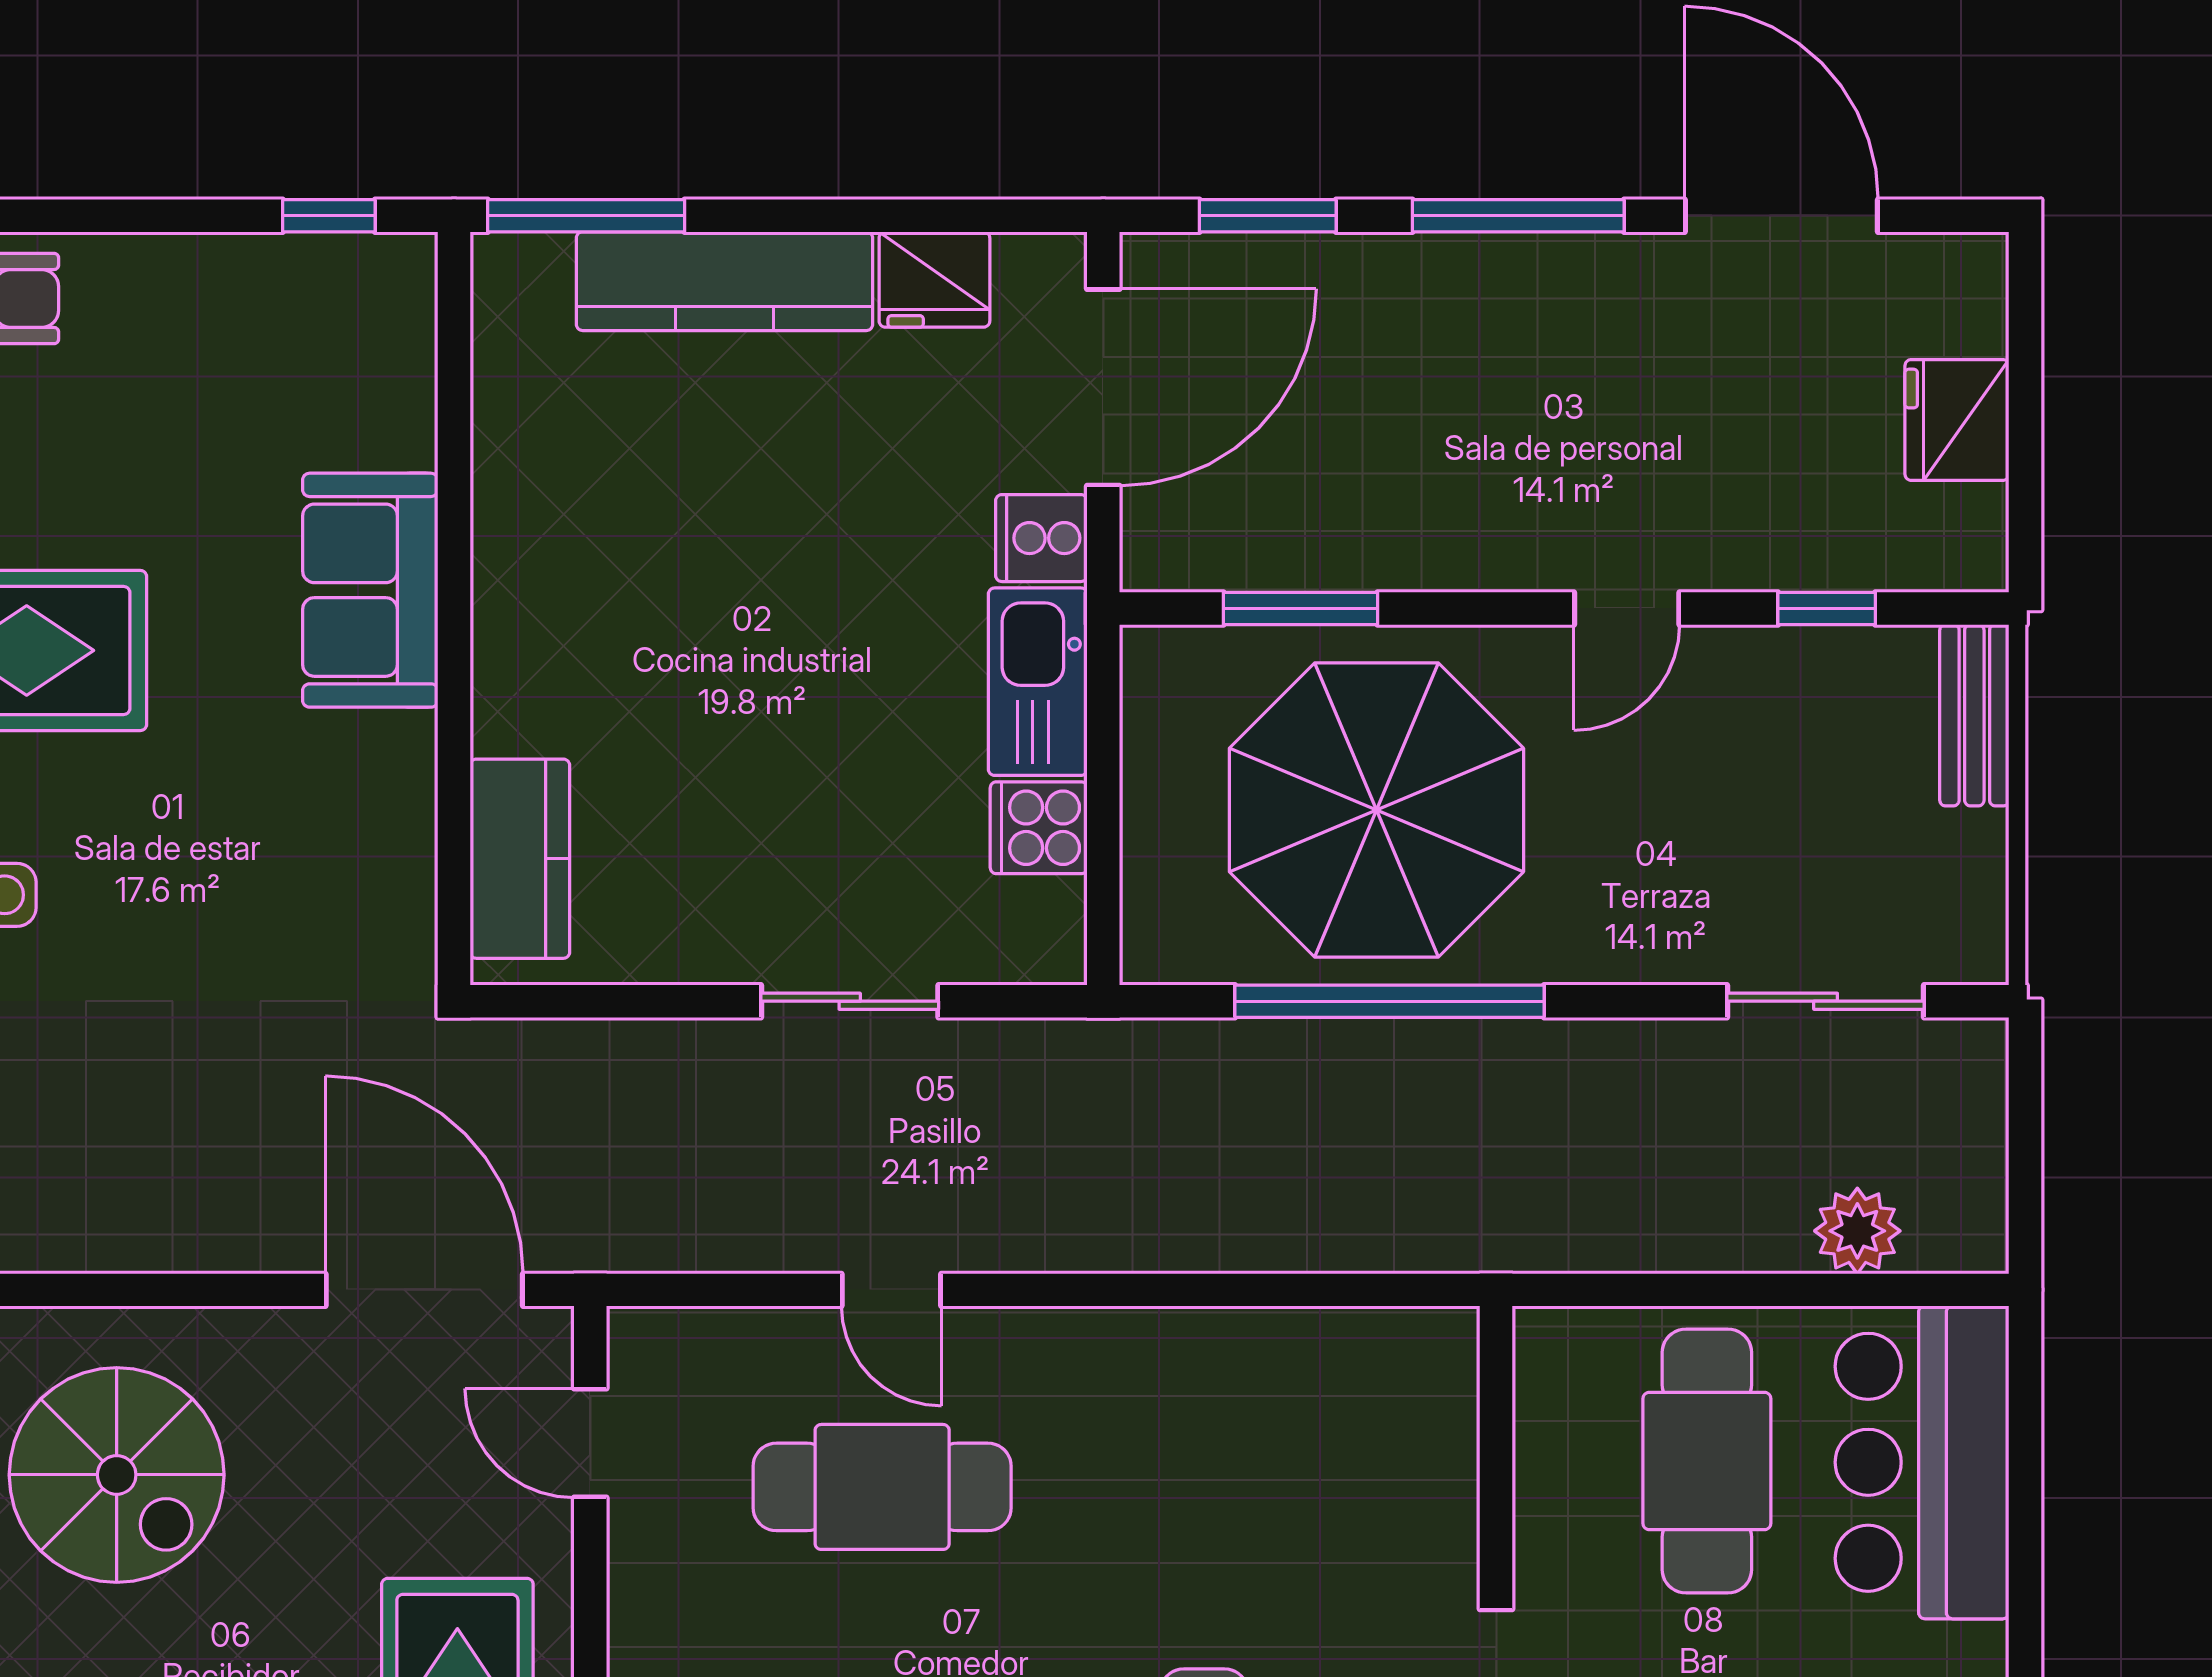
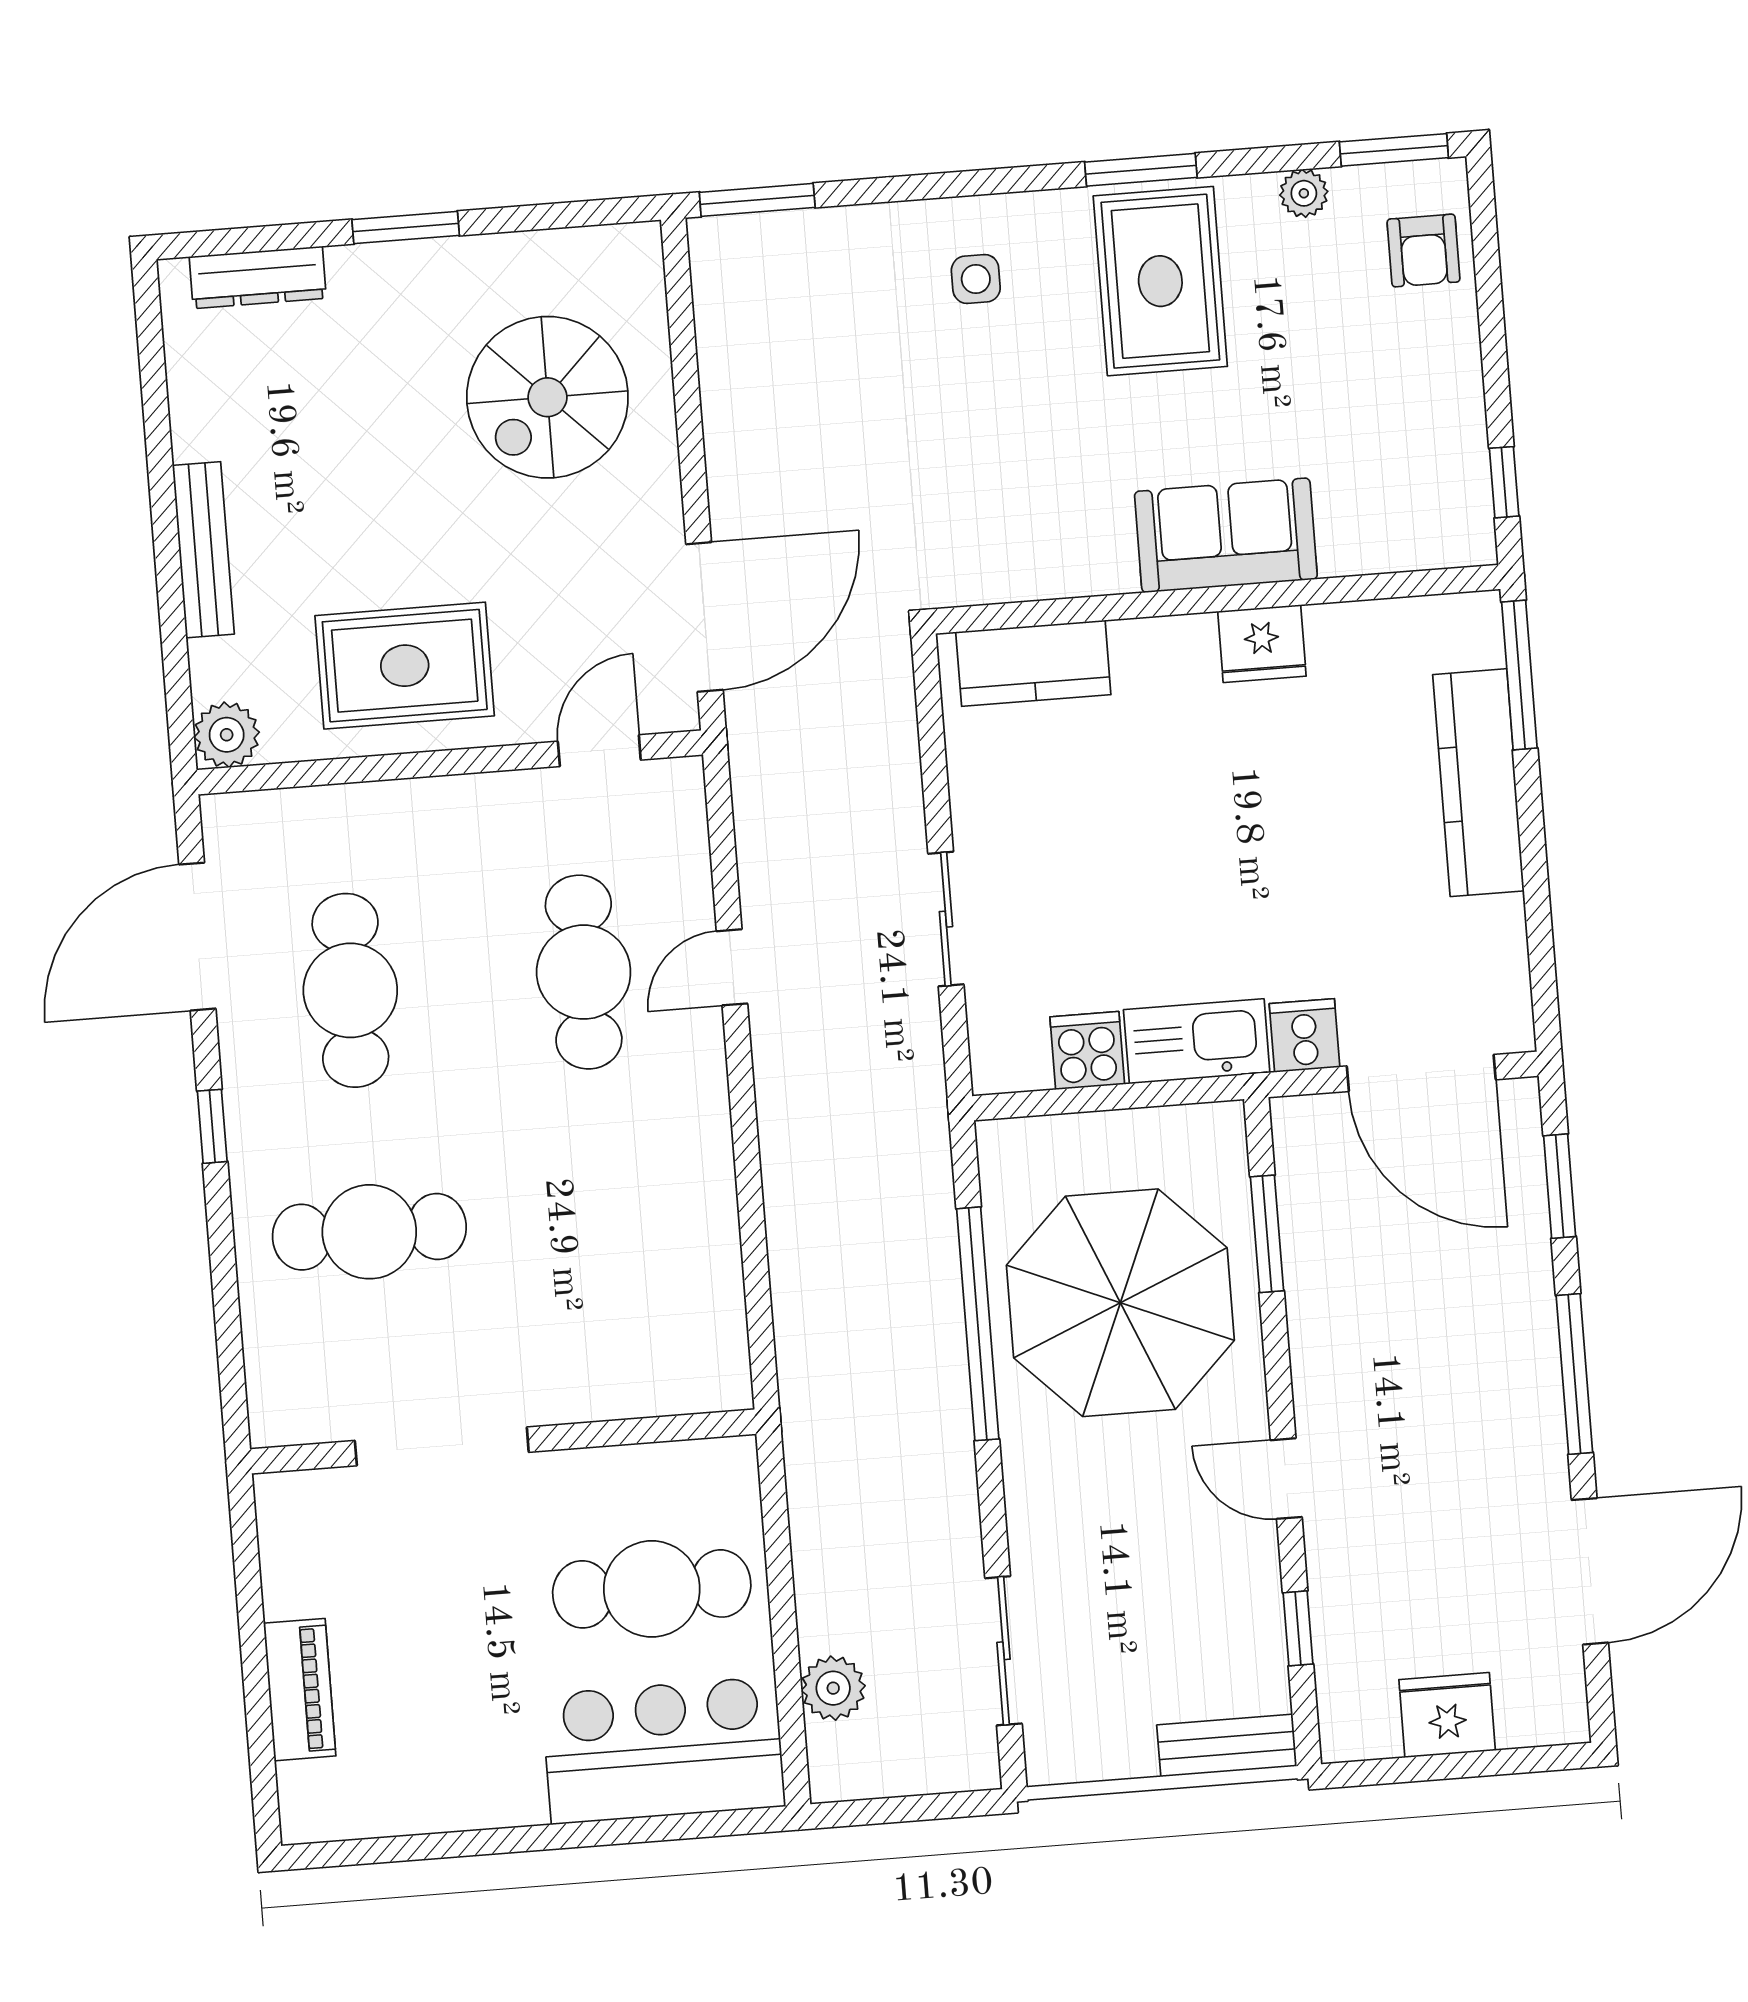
fridge: (934, 279) -> (1262, 644), moved, turned -90

